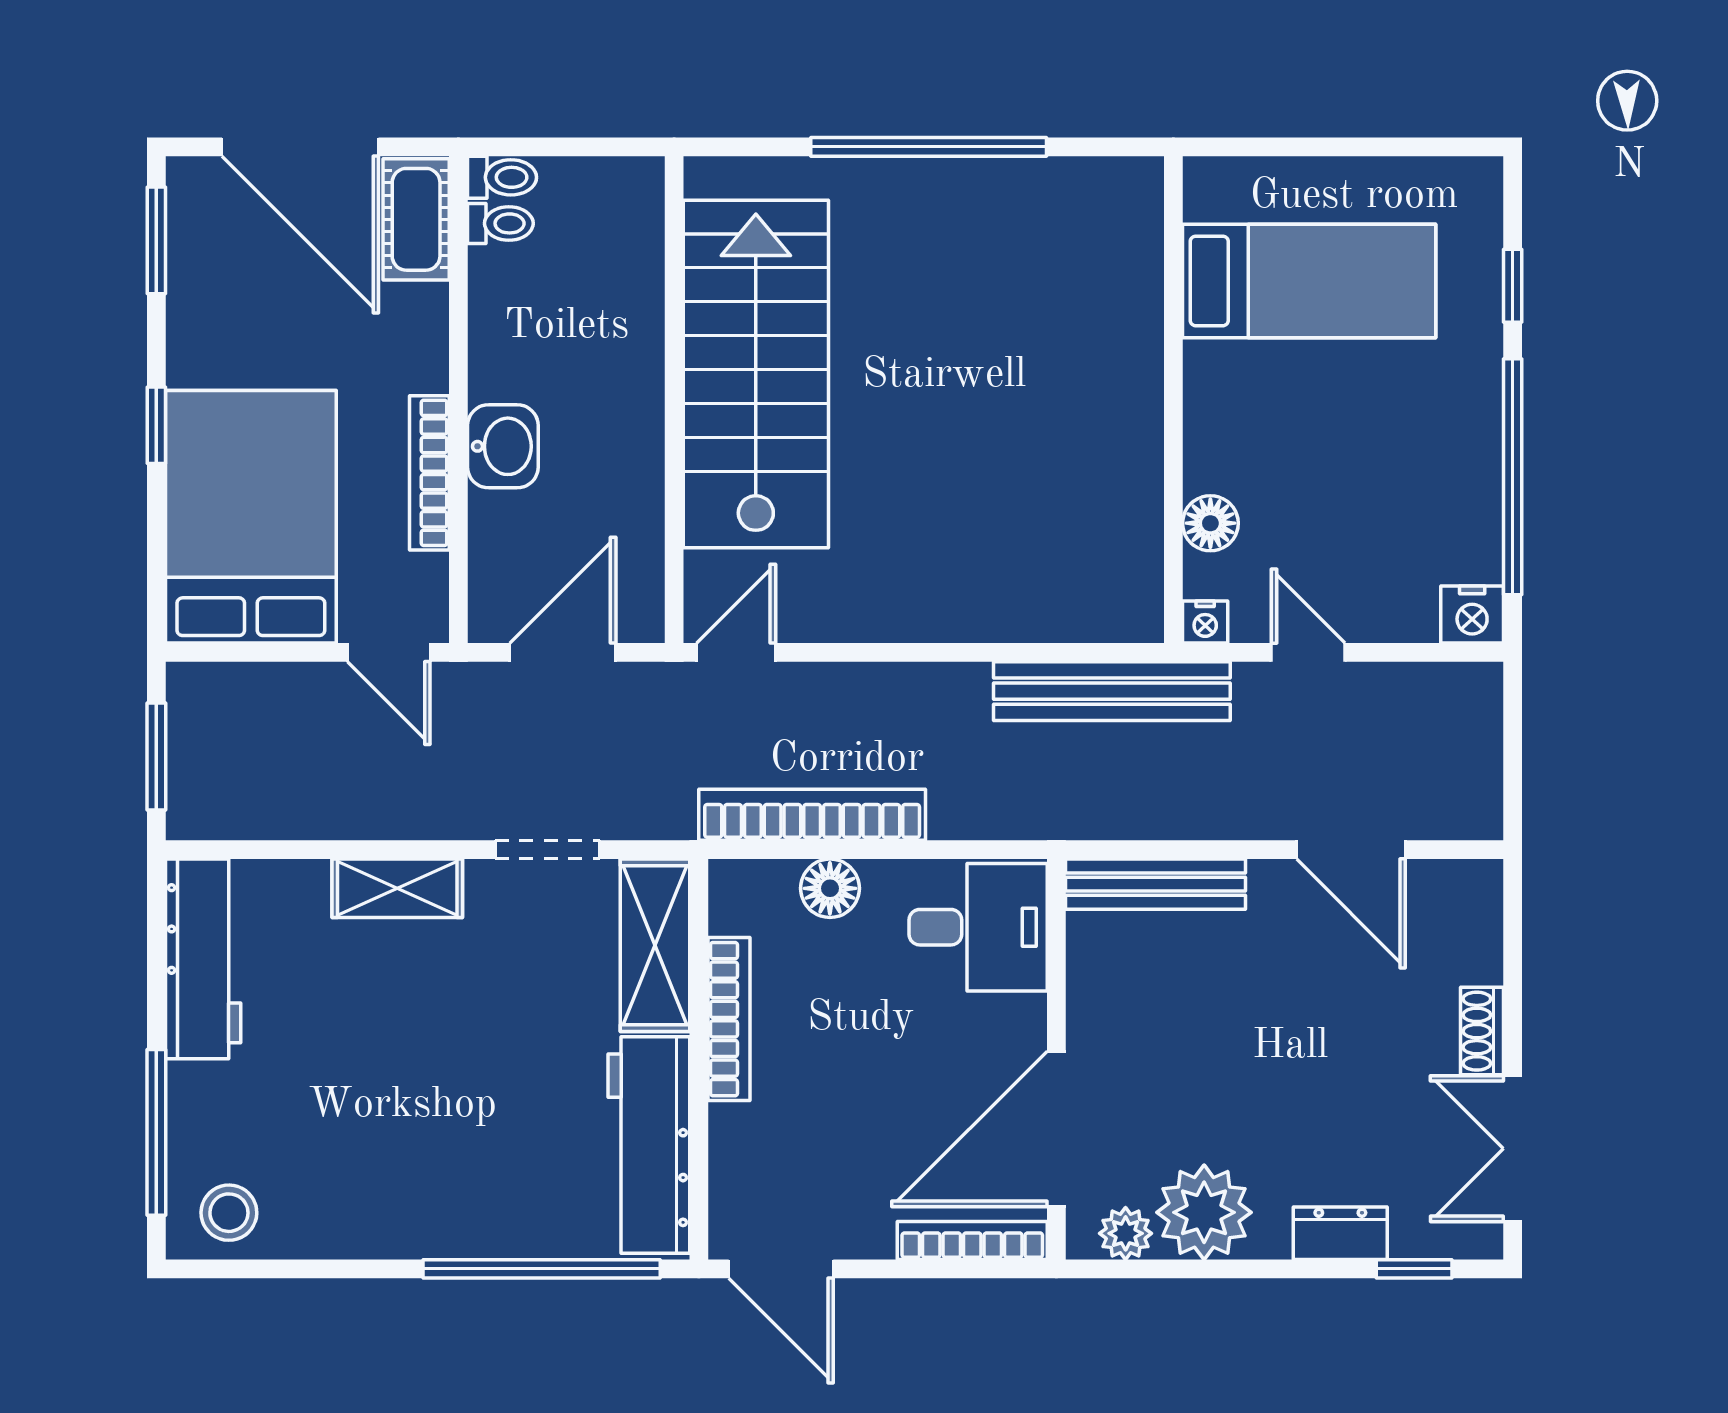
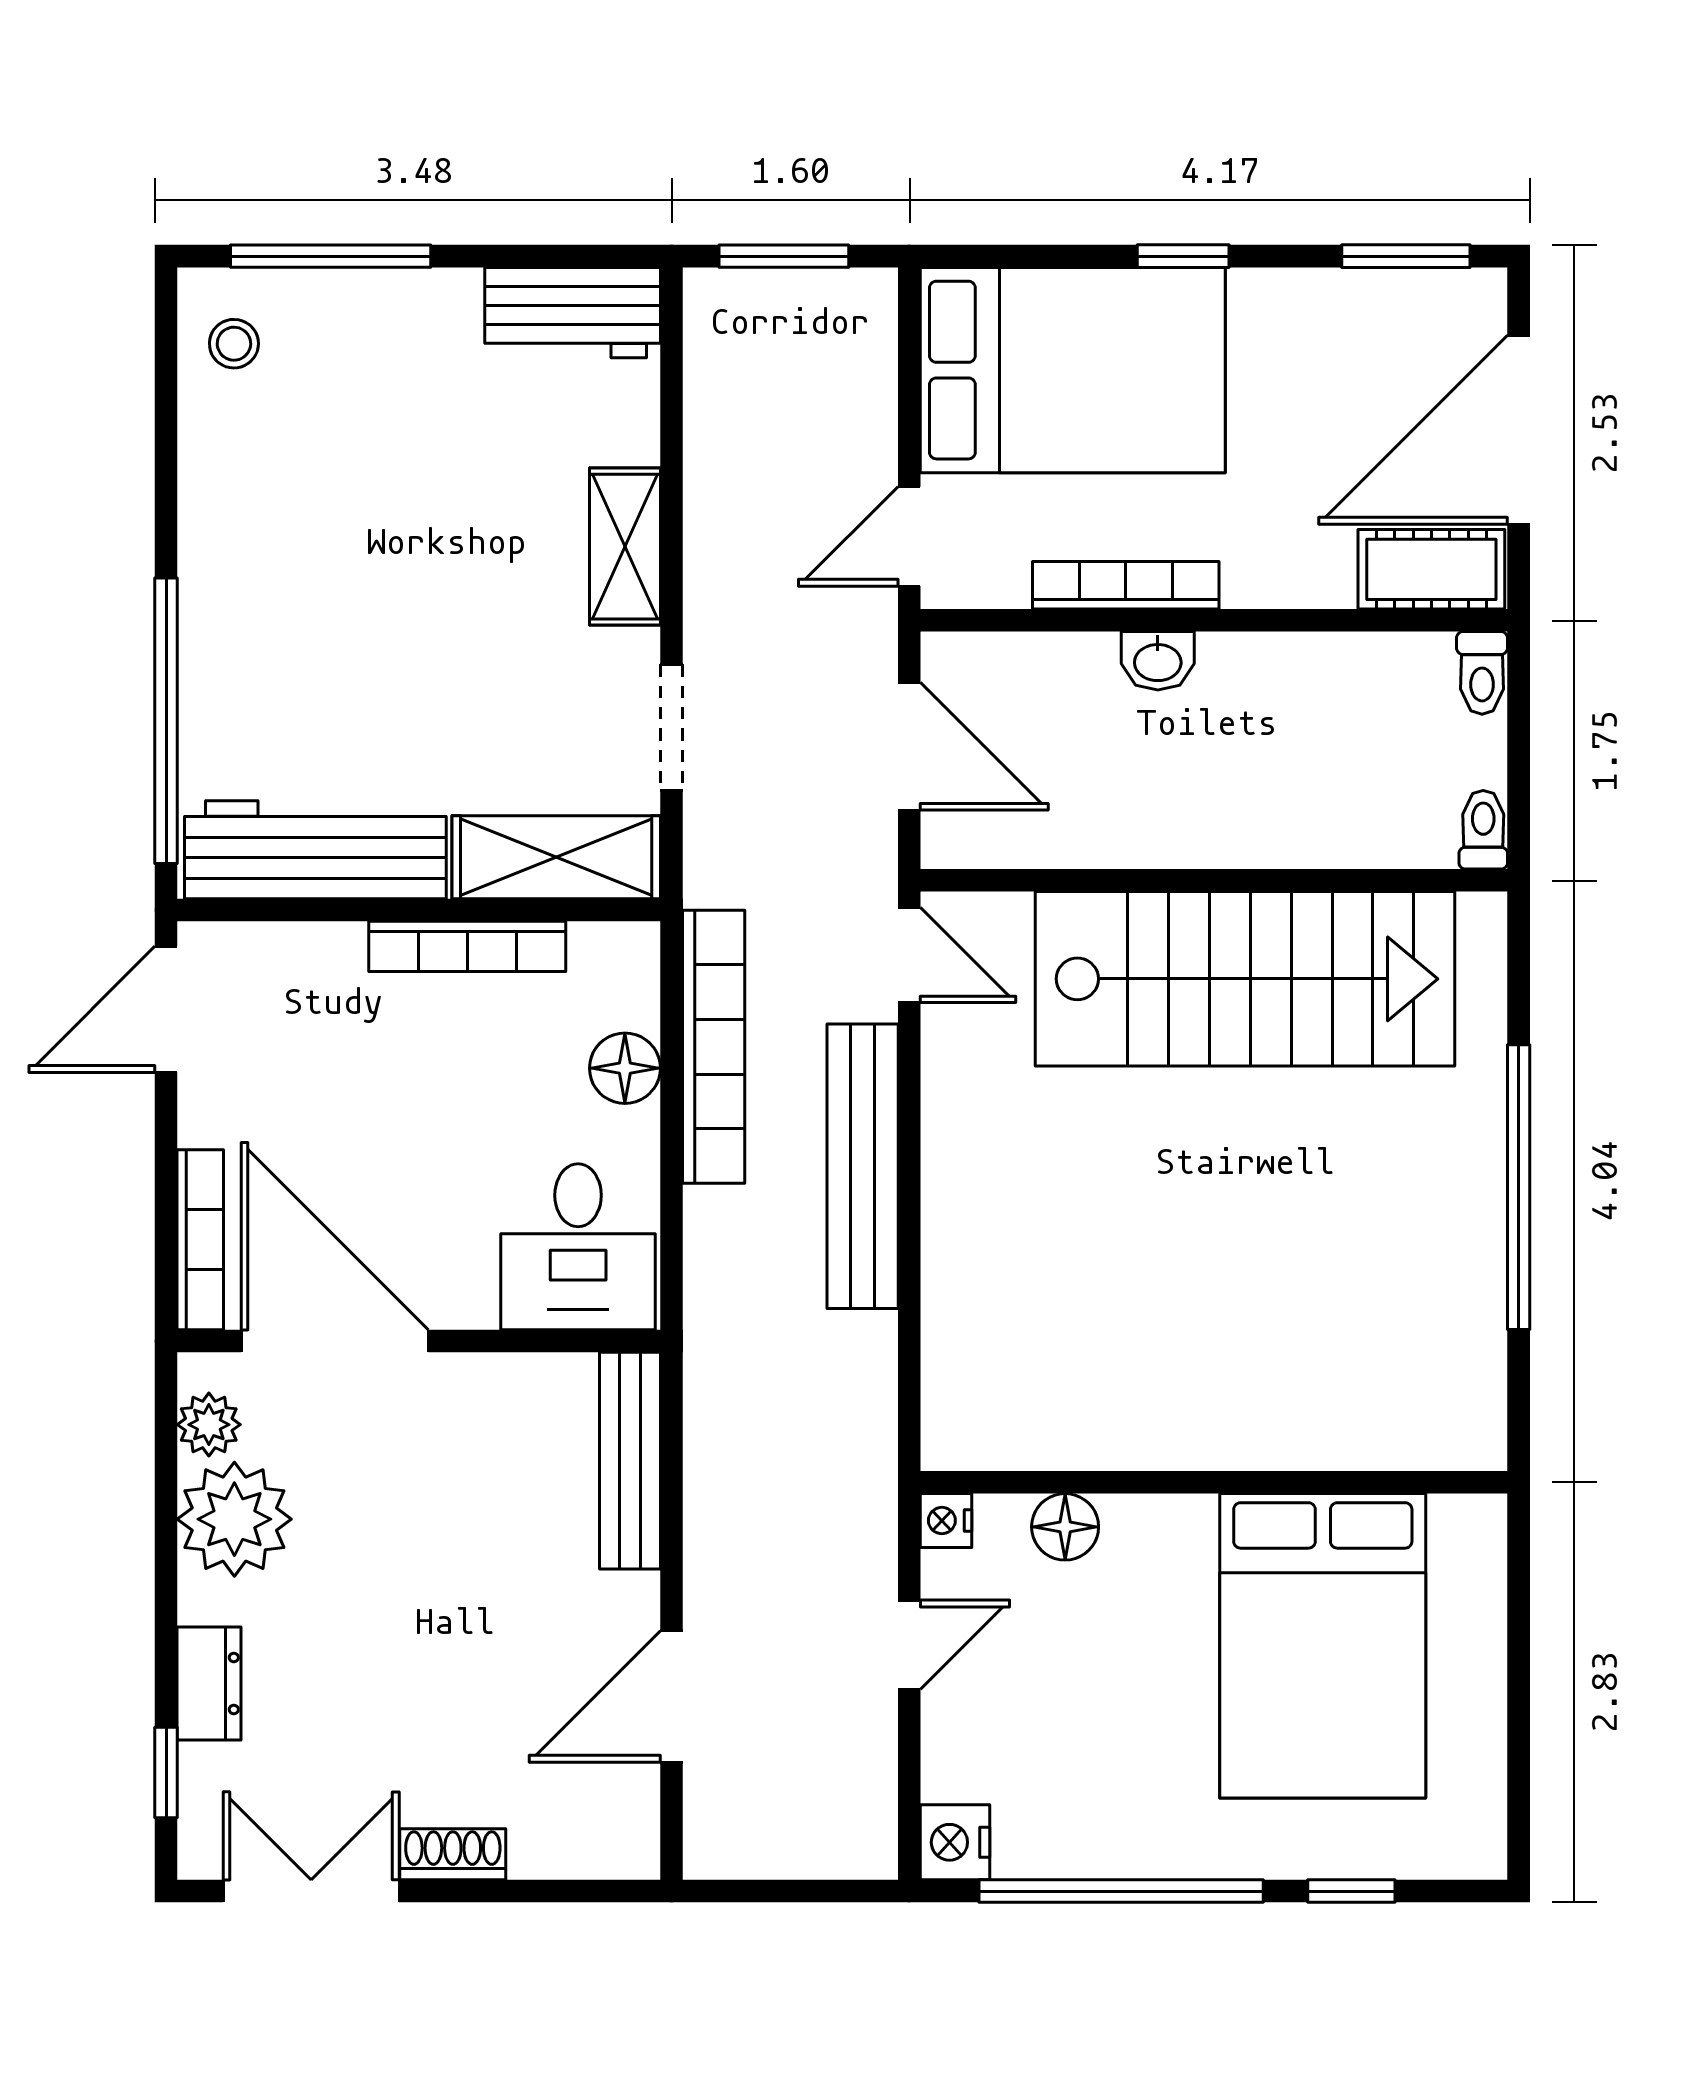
toilet: (500, 223) -> (1483, 830), moved, turned 180
bed: (1309, 281) -> (1323, 1646), width x1.50
washbasin: (503, 446) -> (1158, 661), width x0.72, depth x0.69
bench: (1112, 691) -> (863, 1166), moved
workbench: (203, 959) -> (573, 313), width x0.73
stool: (229, 1213) -> (234, 344), width x0.73, depth x0.73

